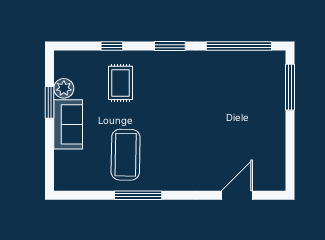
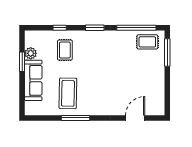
rug: (257, 69) -> (147, 42), added
sofa: (68, 124) -> (33, 80), width x1.36

